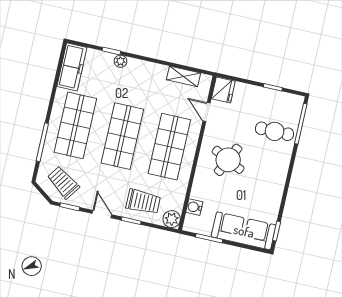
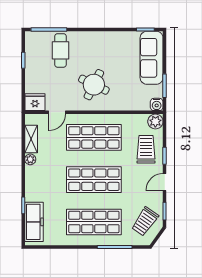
plant: (121, 61) -> (30, 159), moved
freezer: (72, 67) -> (34, 222), moved, turned 90
water cooler: (194, 207) -> (157, 104), moved

